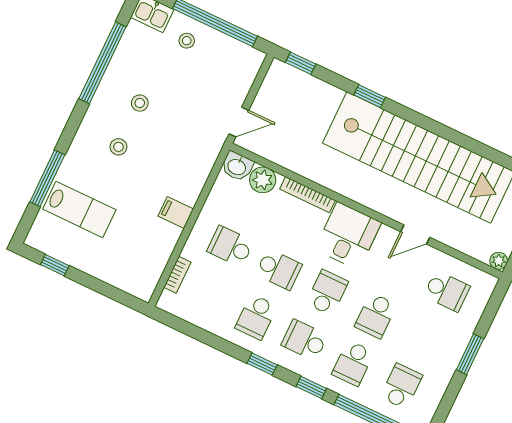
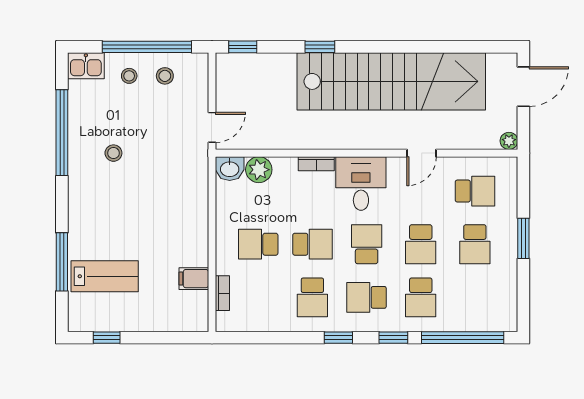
stool: (118, 147) -> (165, 76), moved
bookcase: (308, 195) -> (316, 164), width x0.64
filing cabinet: (176, 212) -> (194, 279), moved
school desk: (401, 386) -> (475, 244), moved, turned 180

